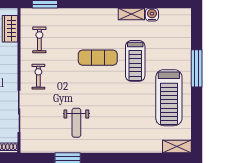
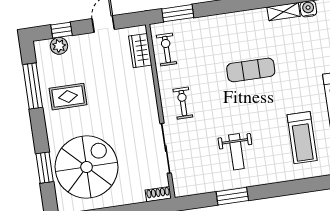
exercise bike: (39, 40) -> (166, 49), moved
treadmill: (135, 61) -> (302, 138), moved

